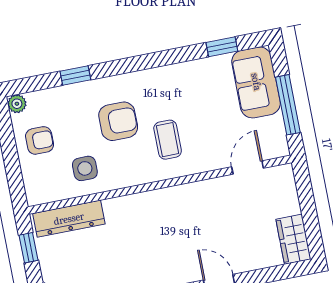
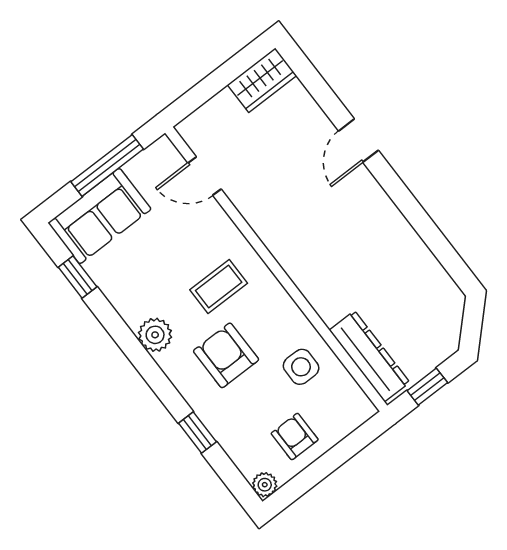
plant: (156, 80) -> (155, 335), added

